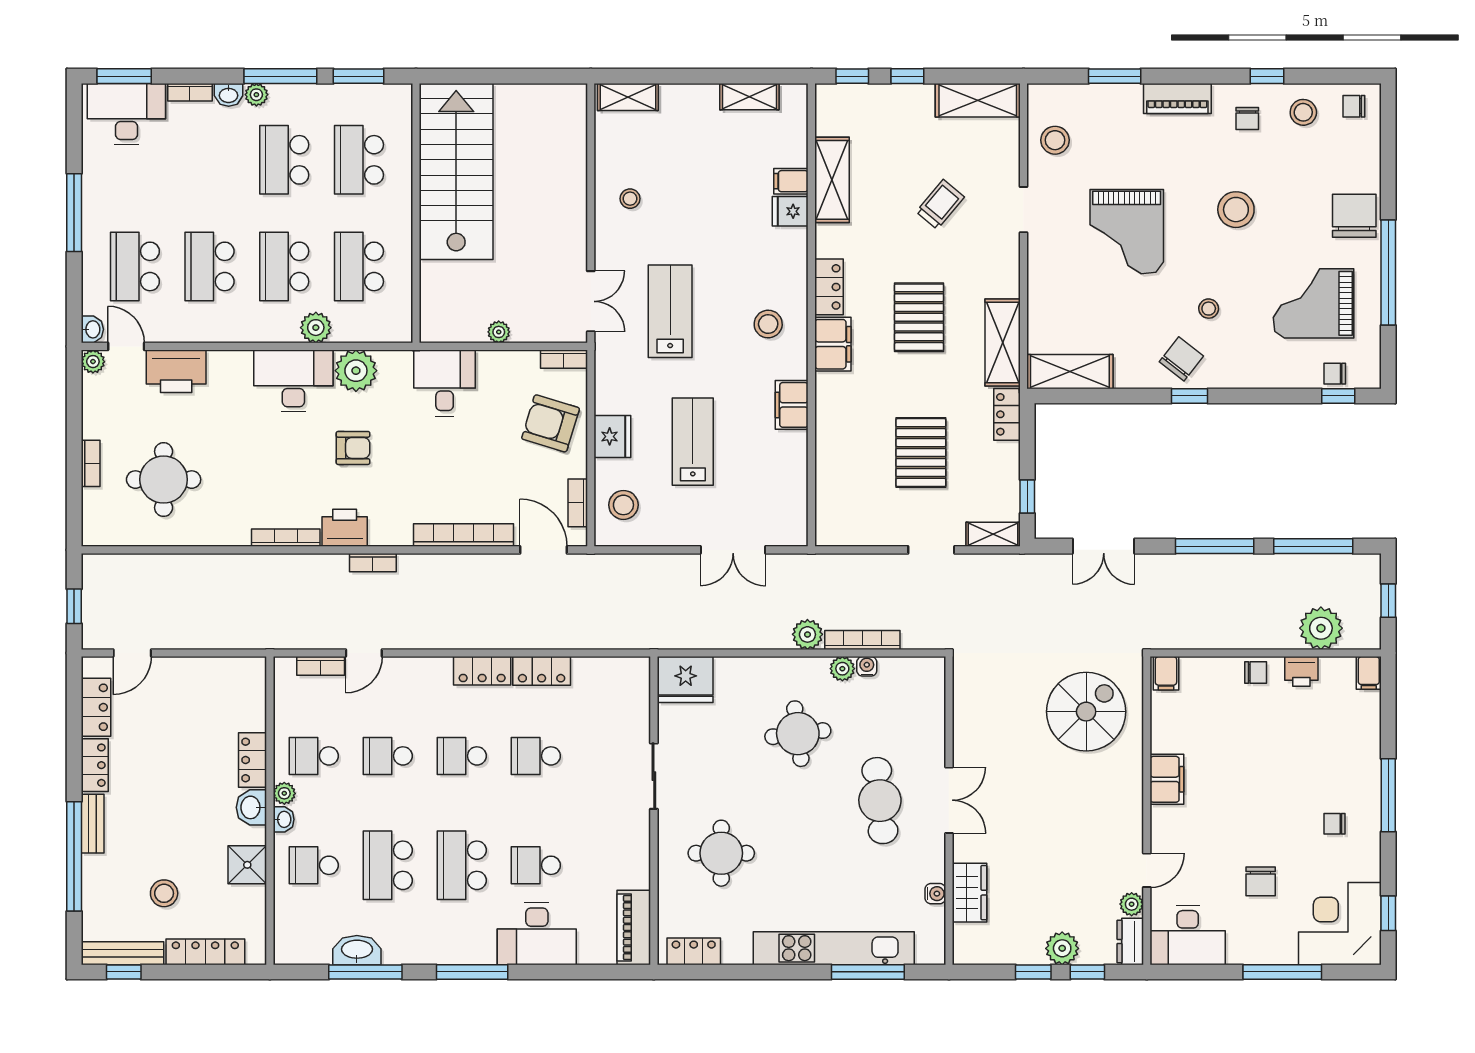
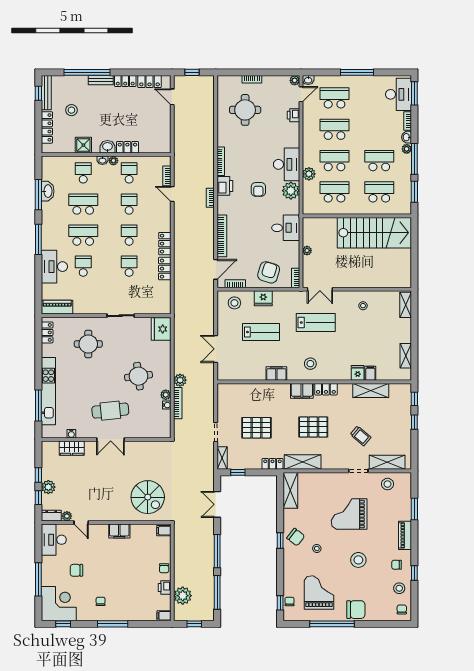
shelving: (978, 100) -> (387, 462), moved, turned 90
printer: (176, 371) -> (293, 115), width x0.53, depth x0.68

